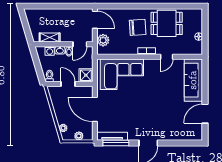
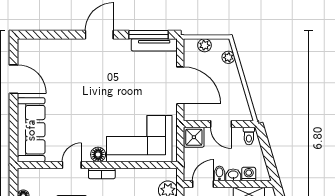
floor lamp: (149, 64) -> (98, 155), added
door: (205, 114) -> (14, 79), hinge flipped

